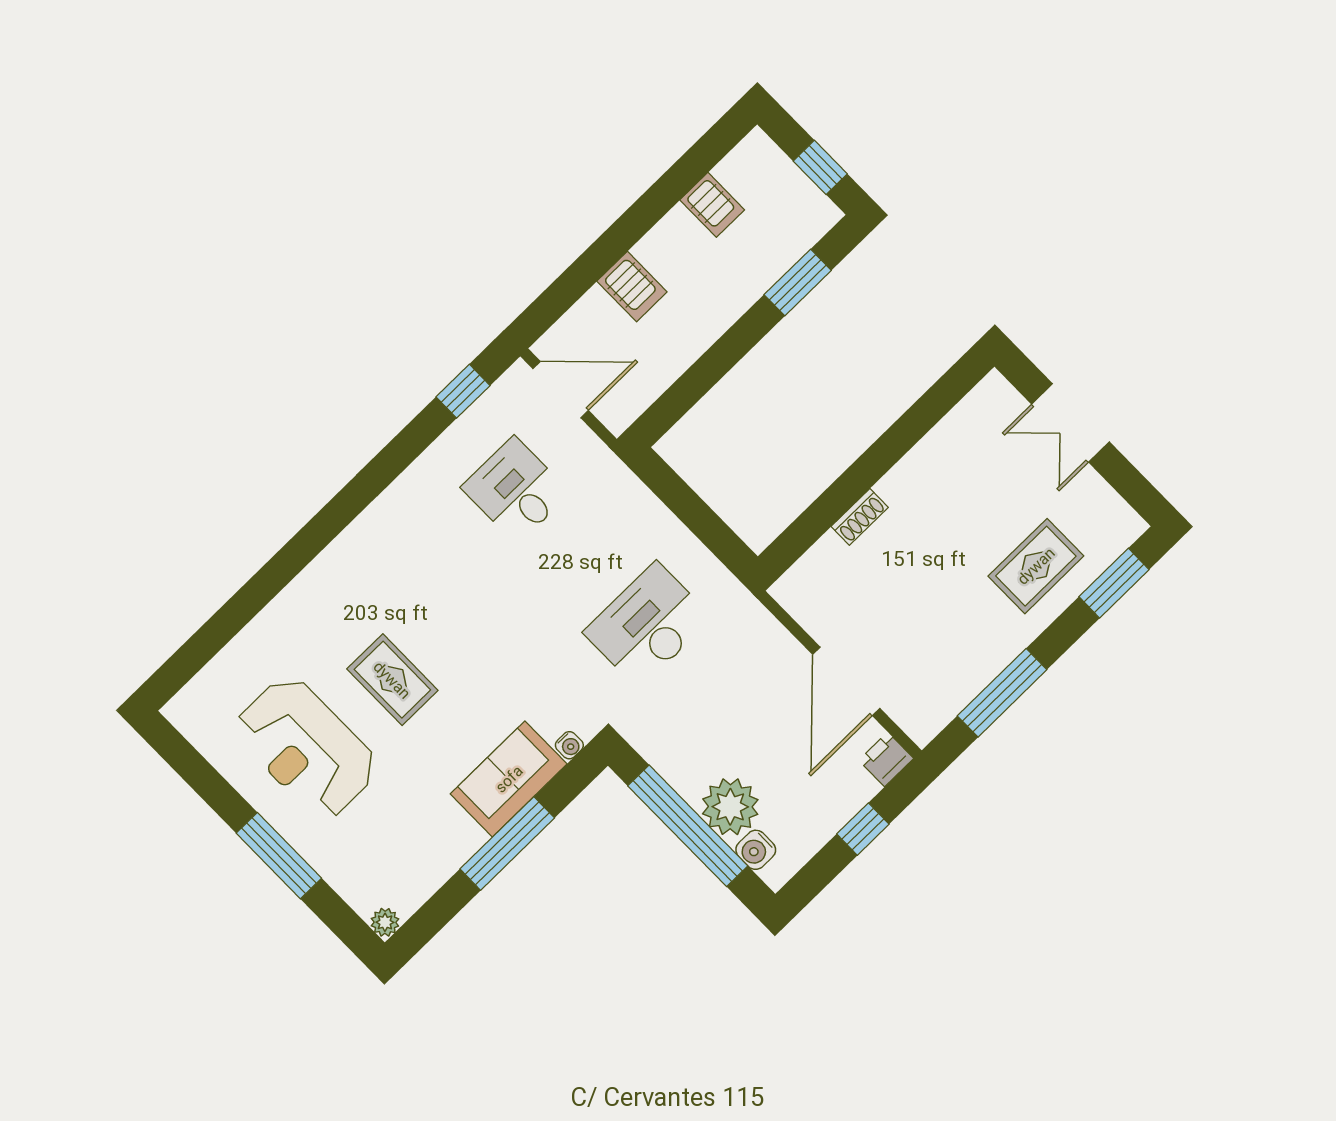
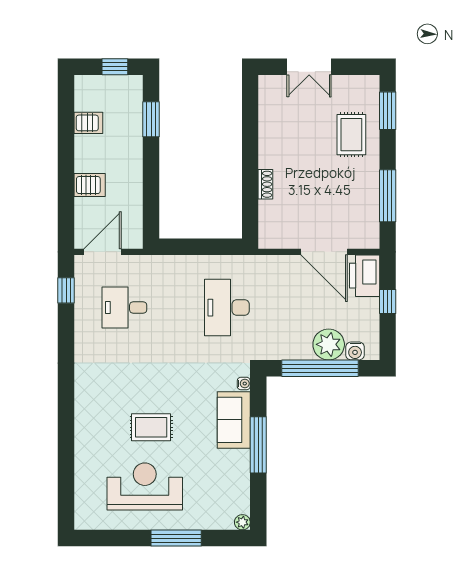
reception desk: (306, 748) -> (145, 487), turned 180
printer: (886, 759) -> (365, 276), width x1.87, depth x1.48

